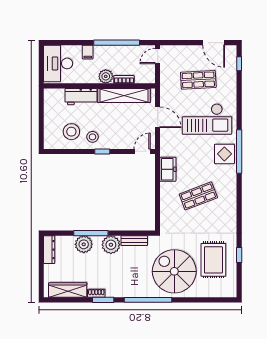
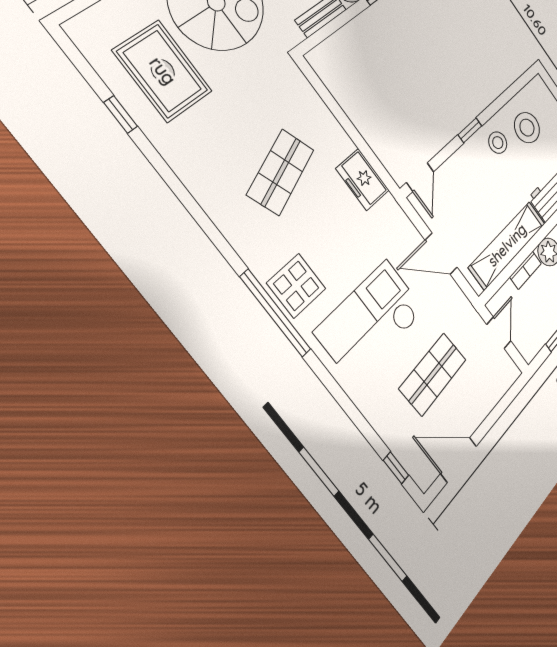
door: (158, 56) -> (499, 333), moved

